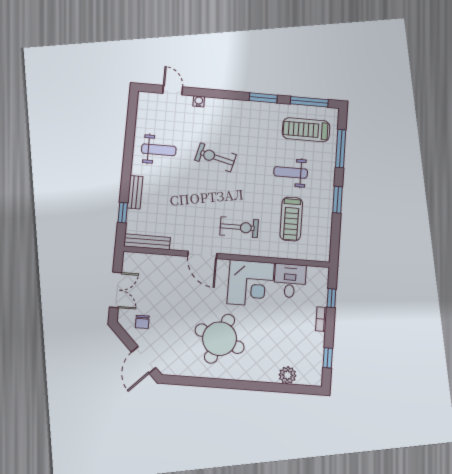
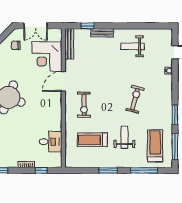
weight bench: (159, 150) -> (133, 46), turned 90
exercise bike: (215, 157) -> (135, 99), moved
corner desk: (251, 283) -> (47, 57), moved

